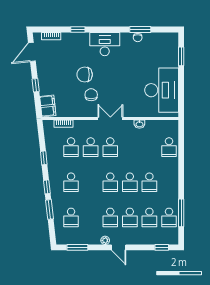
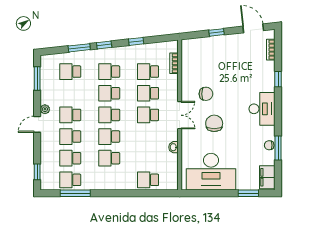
chair: (85, 75) -> (214, 123), moved
filing cabinet: (48, 106) -> (267, 177), moved, turned 96
school desk: (91, 182) -> (109, 93), added

